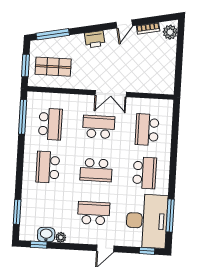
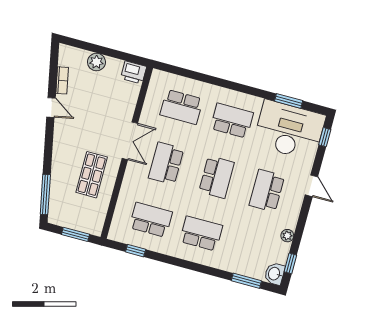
plant: (170, 32) -> (96, 62), moved
printer: (95, 39) -> (134, 72), moved, turned 101
shop shelf: (53, 67) -> (92, 175), moved
window: (23, 117) -> (136, 251), width x0.46
school desk: (48, 167) -> (201, 233), turned 180
window: (170, 215) -> (289, 101), width x0.69
washbasin: (46, 235) -> (275, 274), moved

